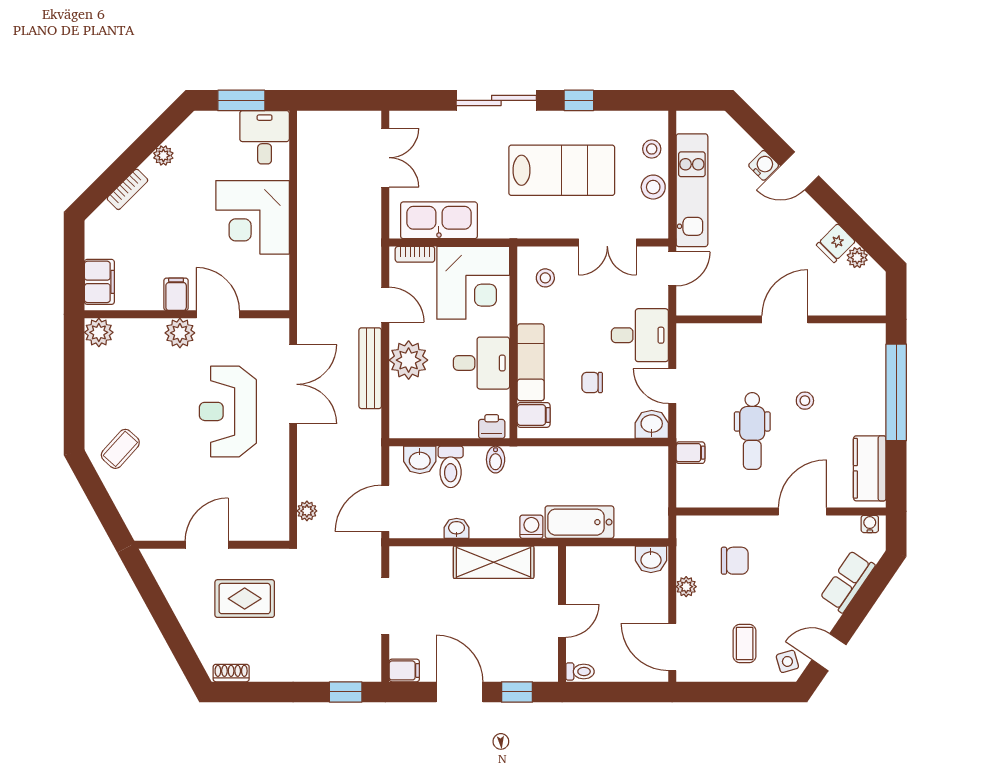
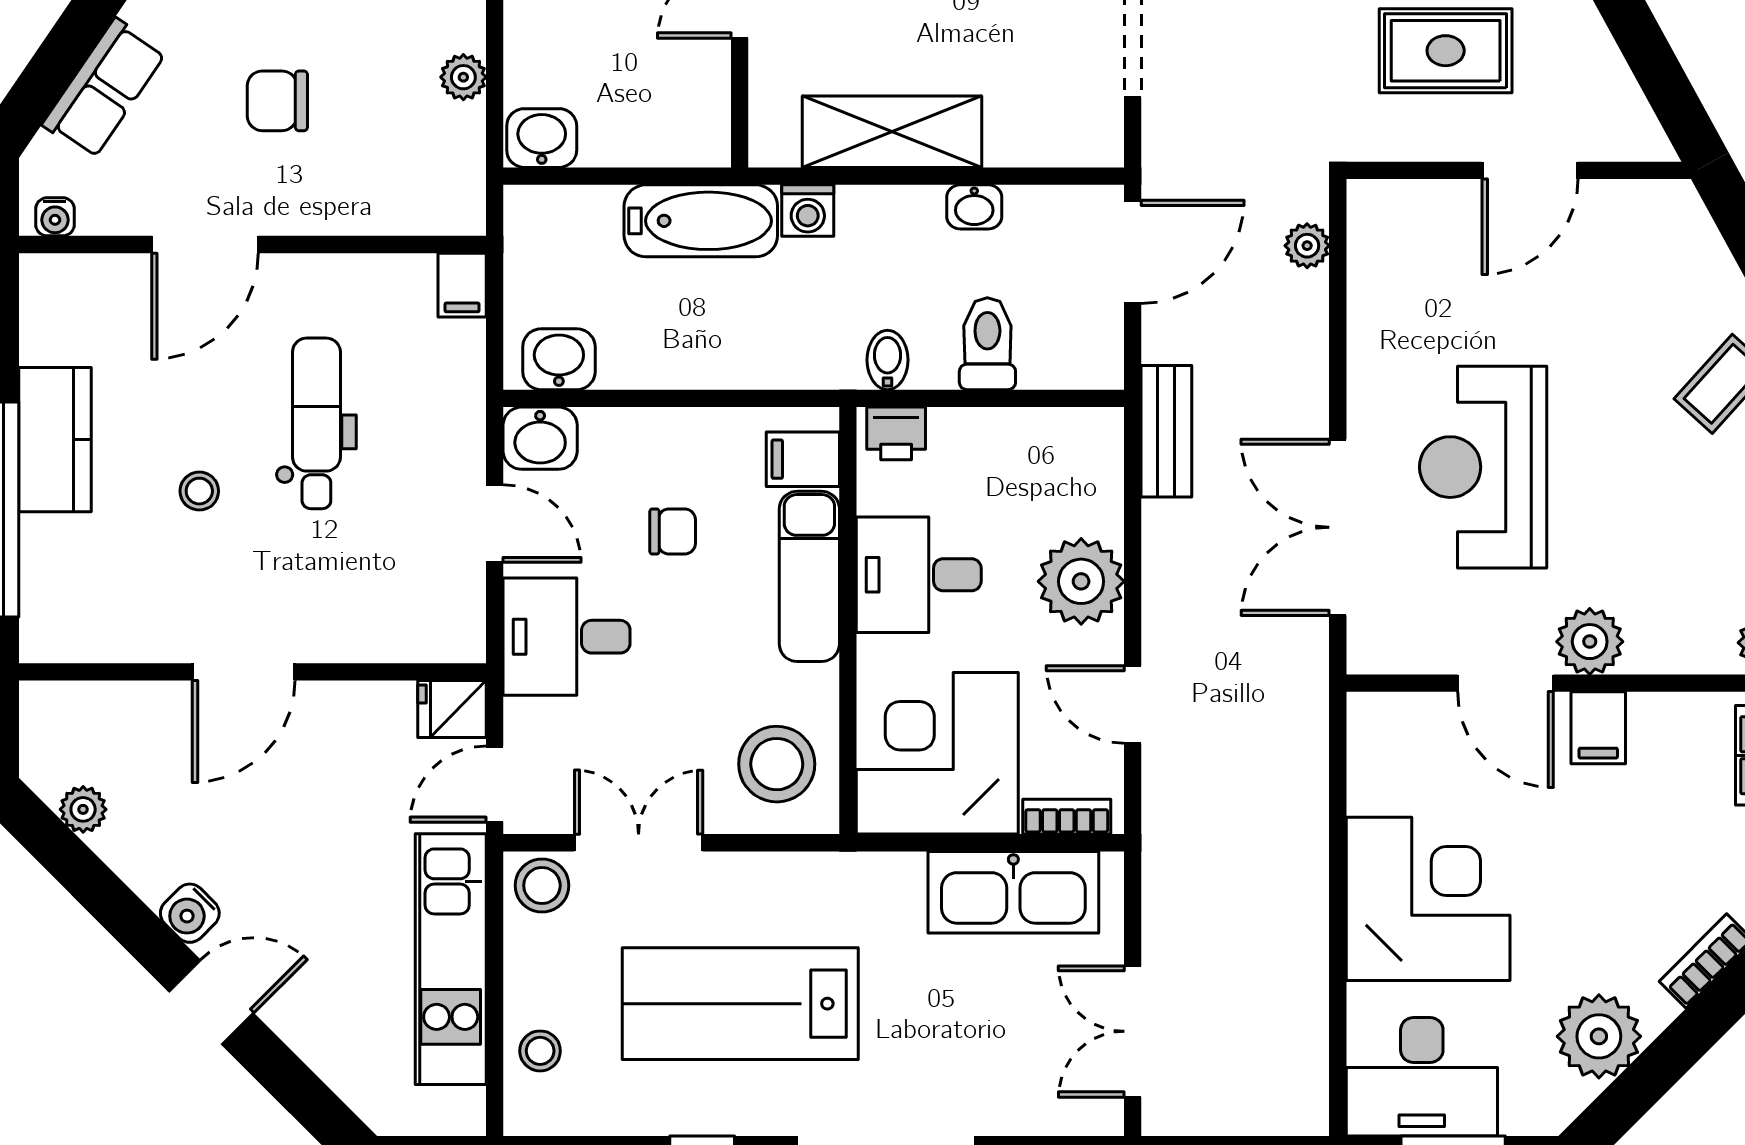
desk: (265, 137) -> (1422, 1077), width x1.37
plant: (163, 156) -> (1599, 1036), width x1.88, depth x1.88
water cooler: (764, 165) -> (190, 913), moved
stool: (653, 187) -> (542, 886), moved
fridge: (836, 243) -> (452, 709), moved, turned -135
stool: (545, 278) -> (777, 764), width x1.89, depth x1.89
bench: (370, 368) -> (1166, 431), moved, width x0.73
reception desk: (228, 411) -> (1483, 467), turned 180
filing cabinet: (690, 453) -> (462, 285), moved, turned -90
washbasin: (420, 460) -> (559, 359), moved
kitchen counter: (870, 468) -> (55, 440), moved
chair: (735, 561) -> (277, 101), moved

